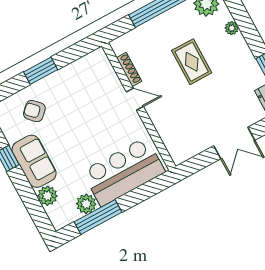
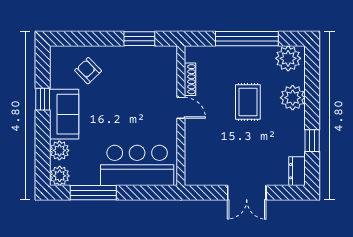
plant: (232, 28) -> (293, 98), width x1.88, depth x1.88
window: (41, 71) -> (139, 39), moved
plant: (86, 204) -> (60, 176), moved

